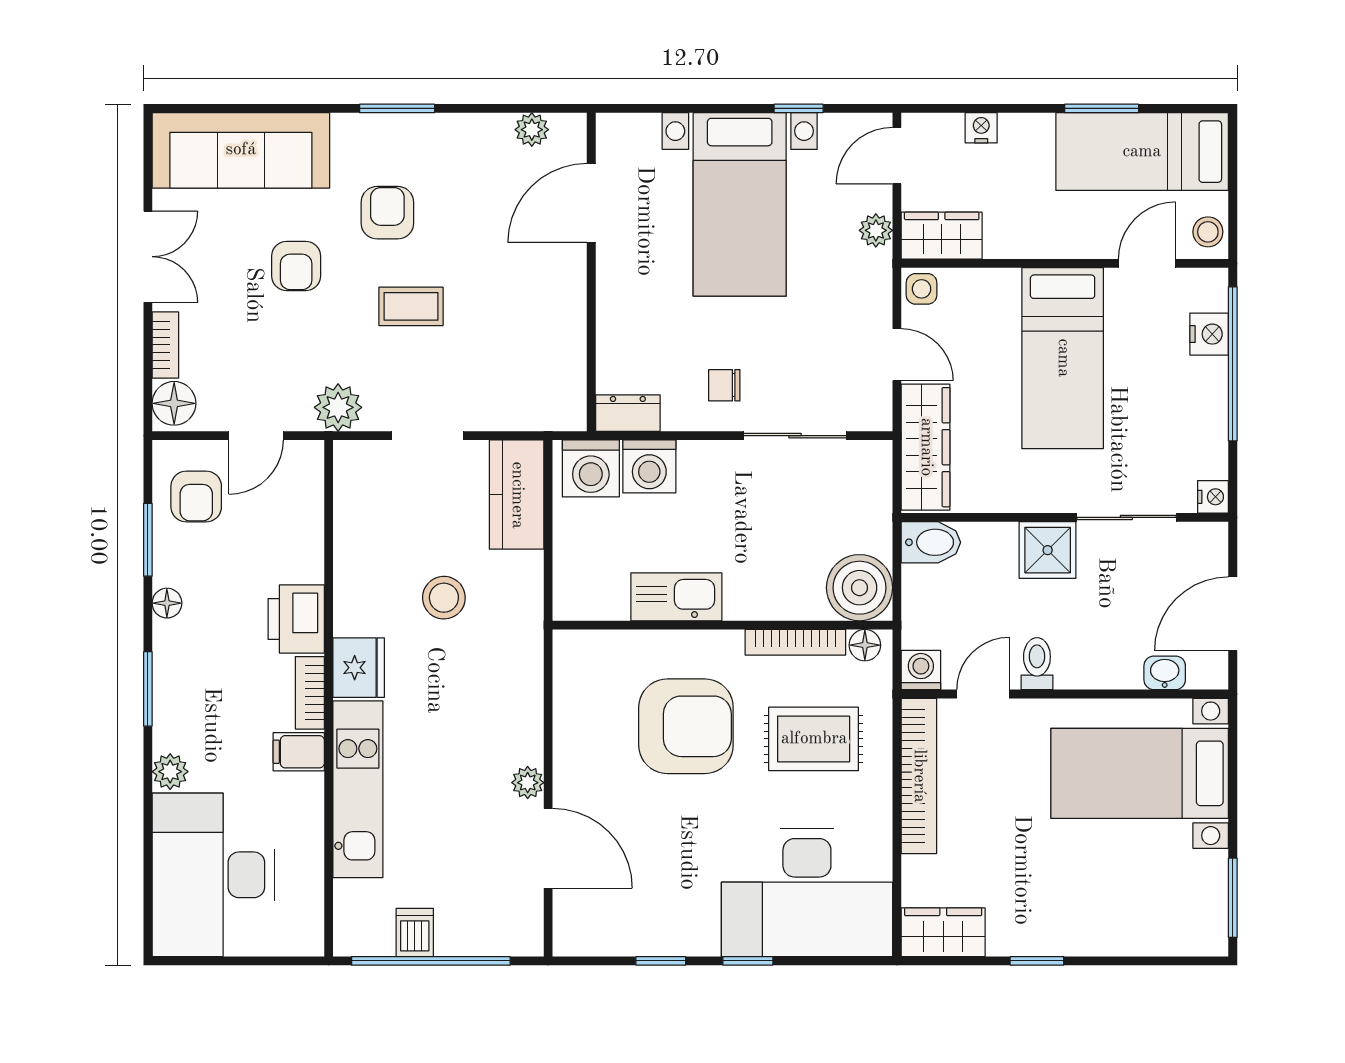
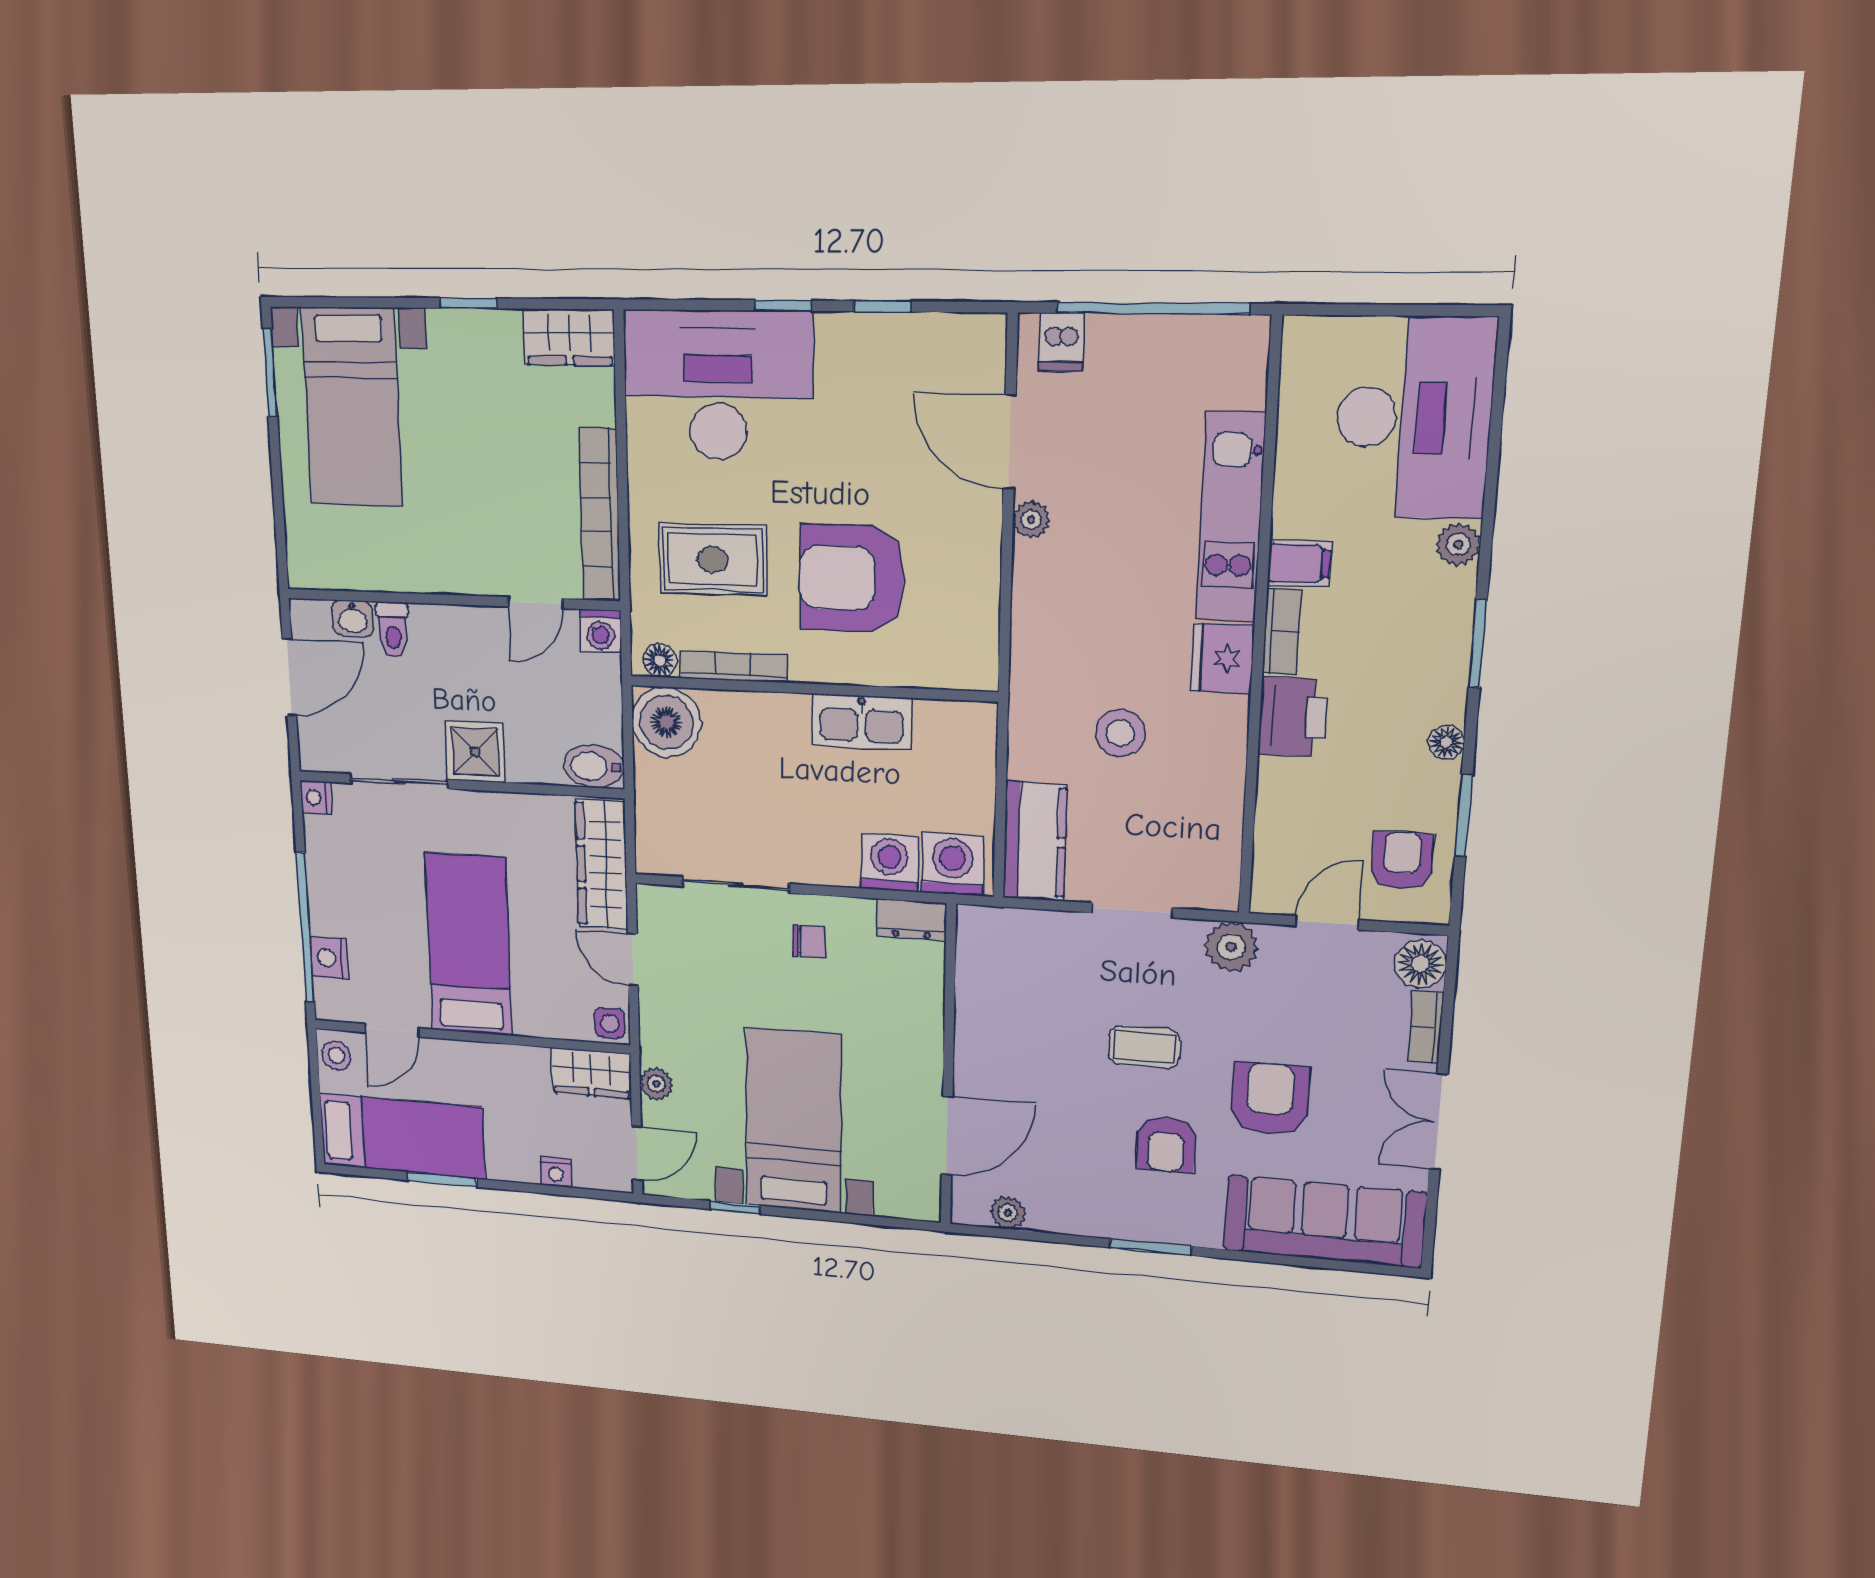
armchair: (296, 266) -> (1270, 1099), width x1.38, depth x1.38
toilet: (1037, 664) -> (393, 630), moved
bed with nightstands: (1140, 773) -> (352, 407), moved, turned 90
dishwasher: (415, 933) -> (1061, 342), moved

